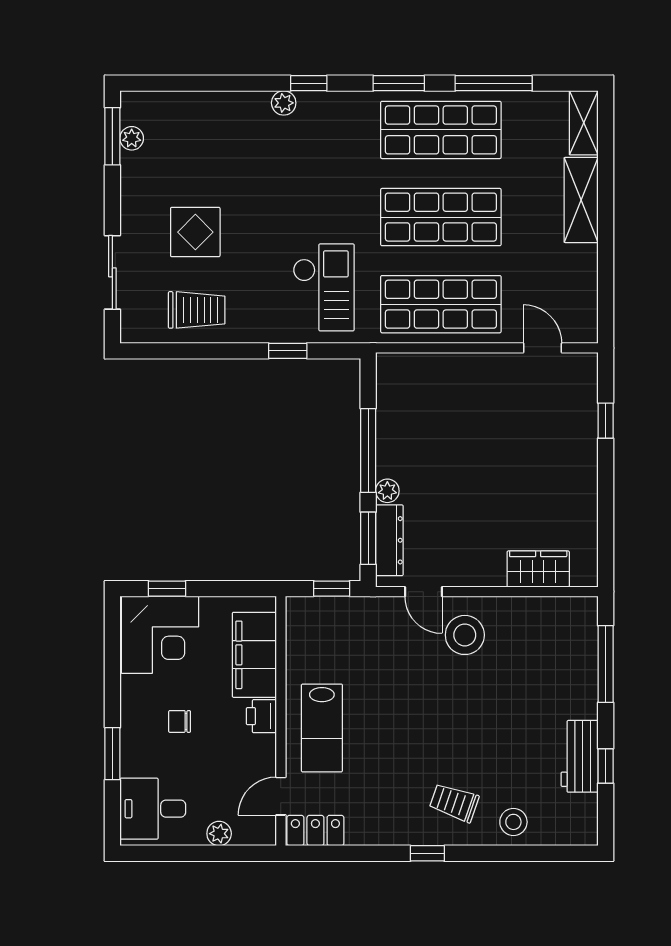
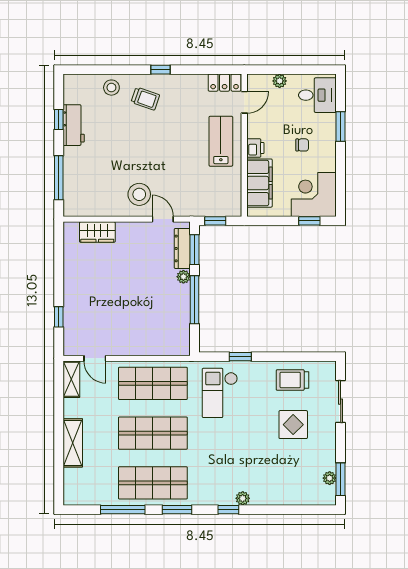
shelving: (584, 123) -> (71, 379), moved

